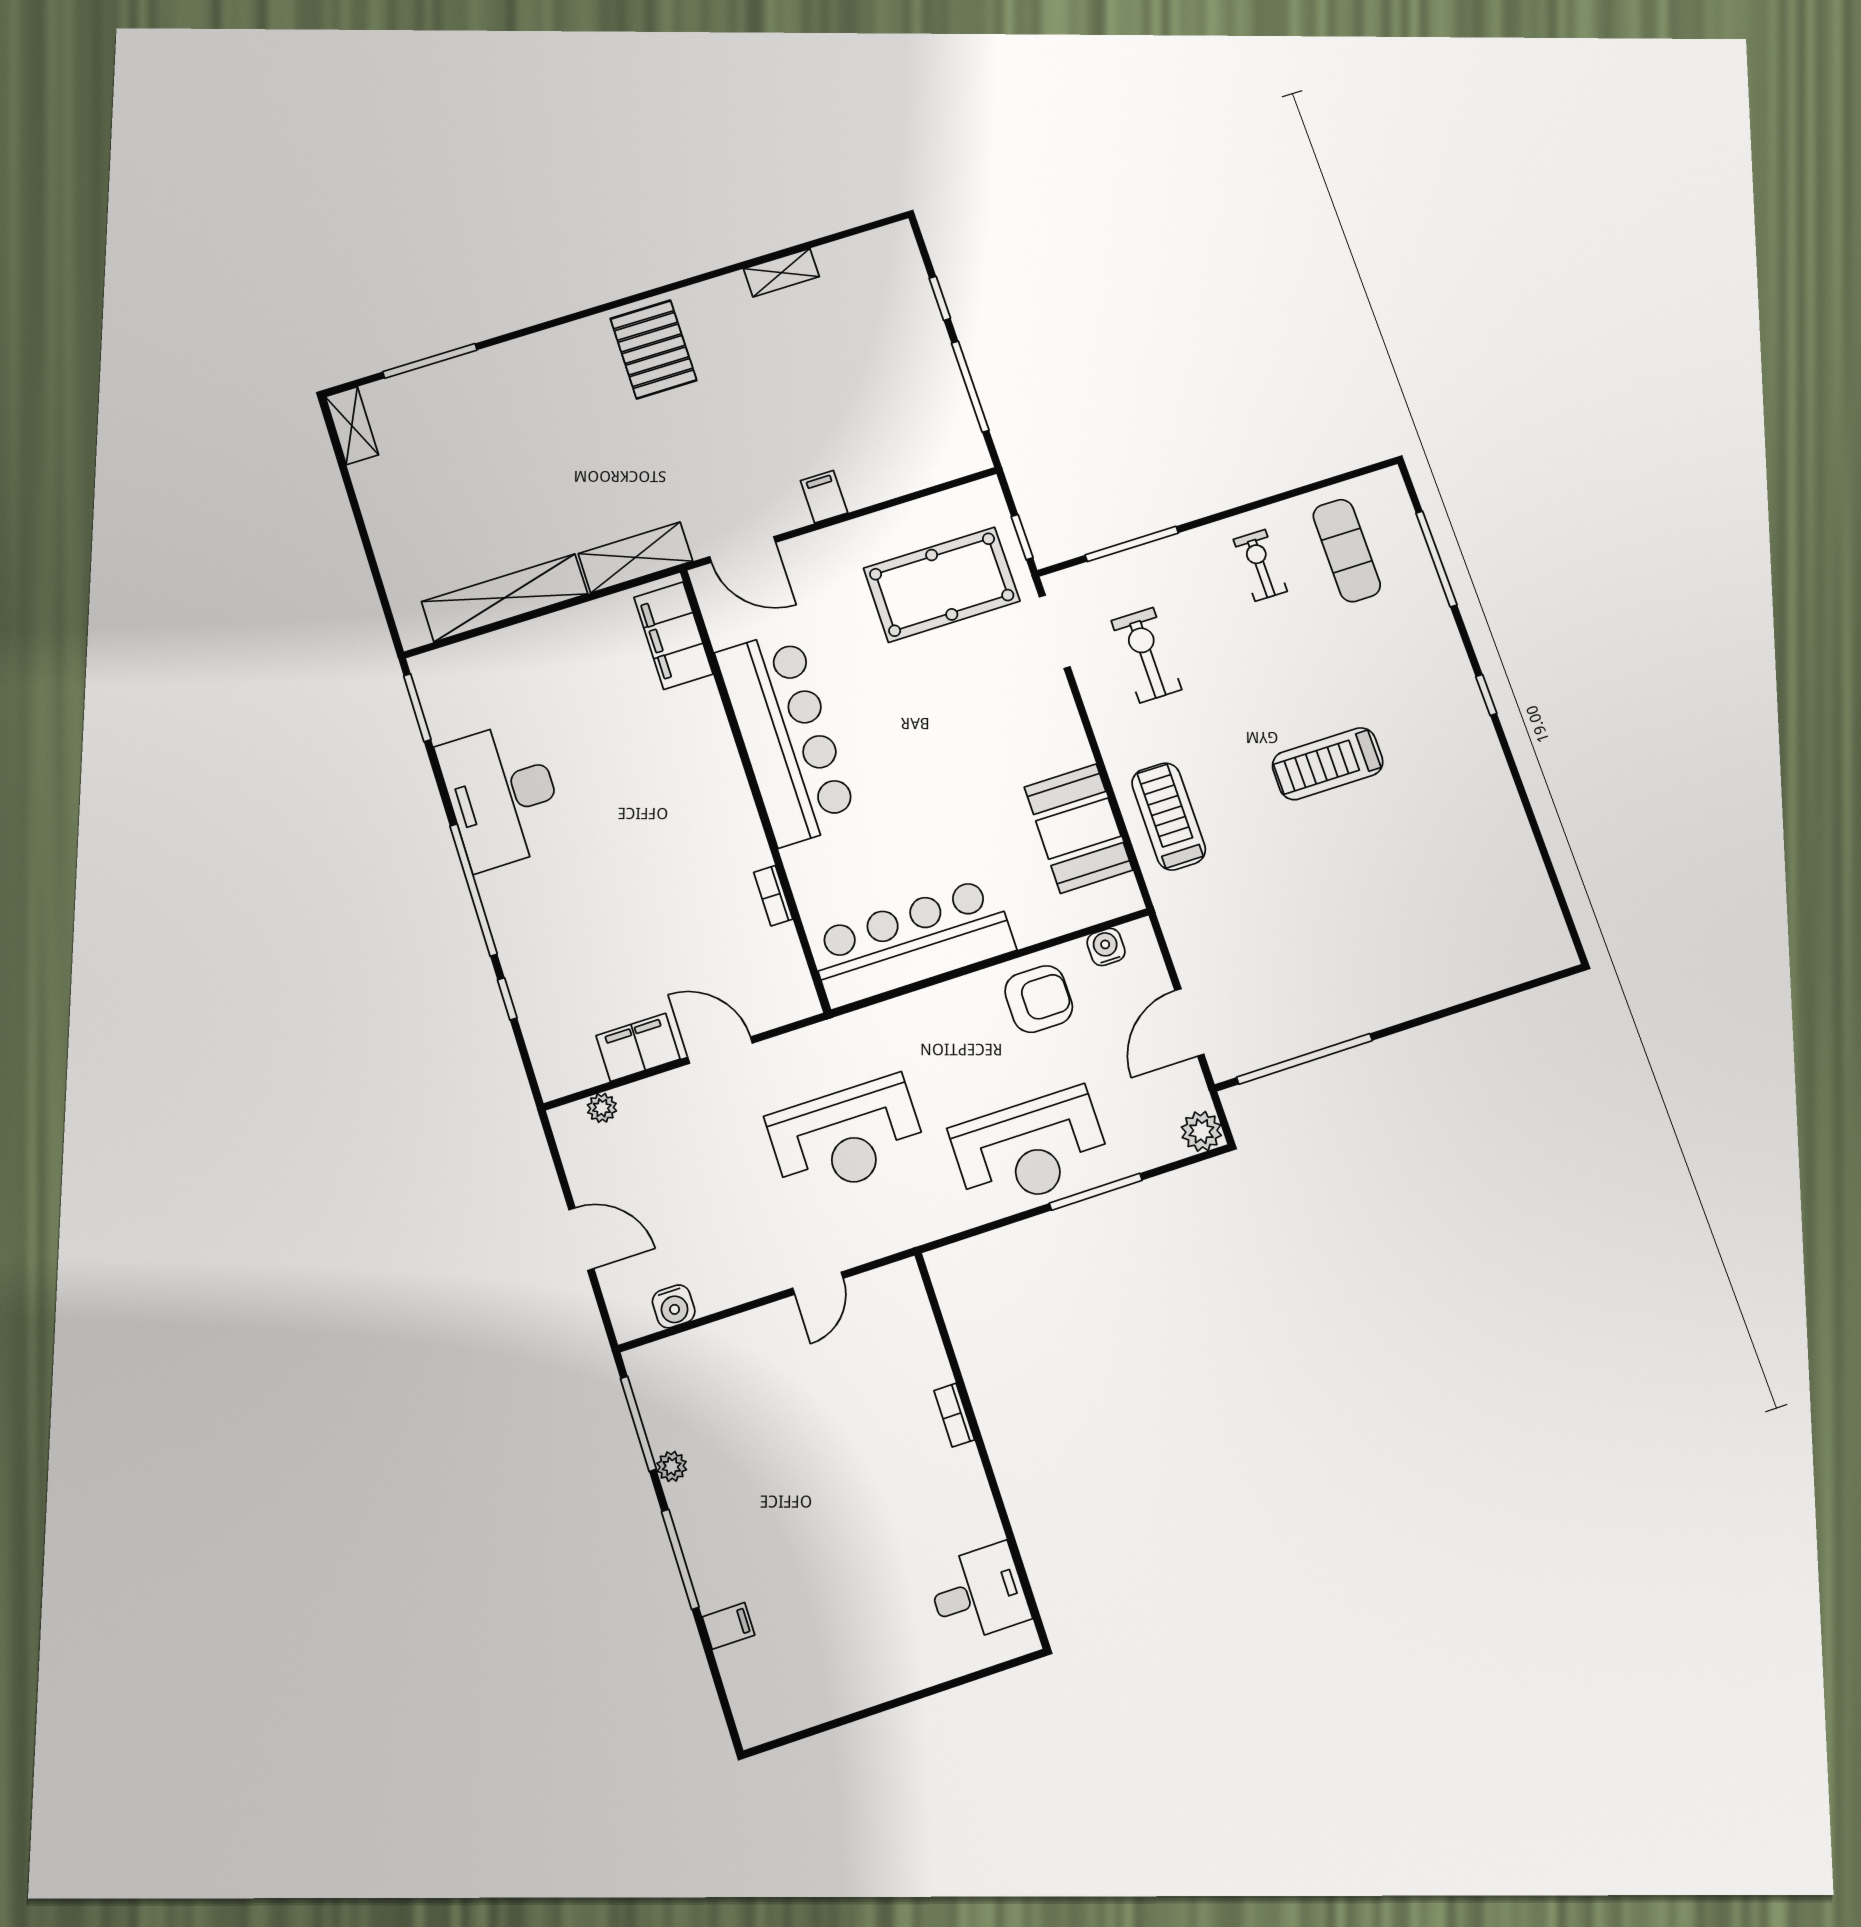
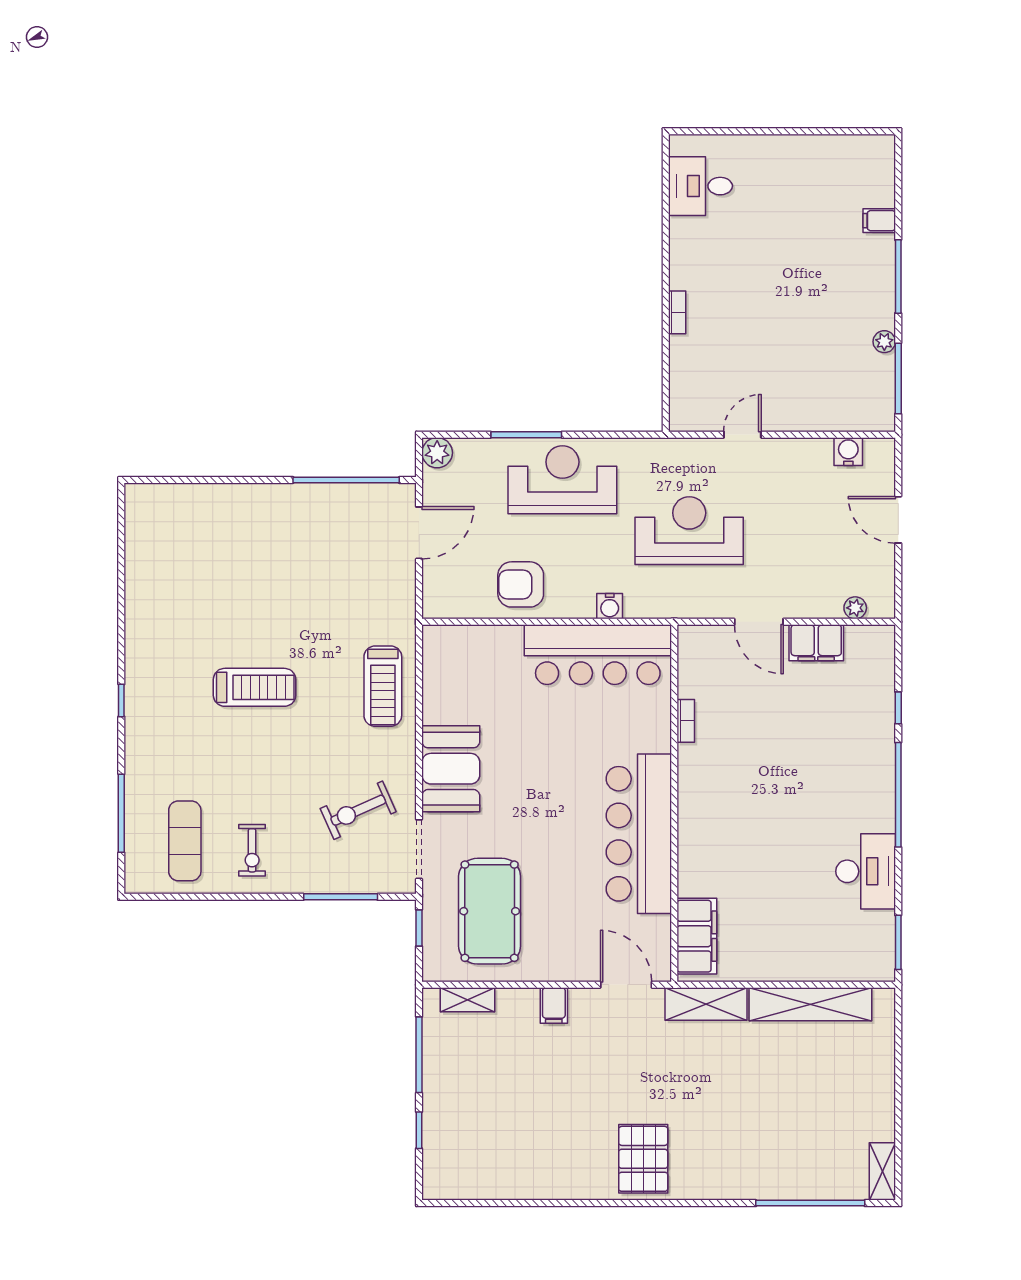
shelving: (781, 273) -> (467, 1000), moved
window: (430, 361) -> (810, 1203), width x1.46
pool table: (942, 585) -> (490, 911), turned 90
exercise bike: (1146, 655) -> (358, 810), turned 66
desk: (502, 795) -> (866, 871), width x0.73, depth x0.77
booth: (1078, 829) -> (451, 769), moved
water cooler: (1106, 947) -> (610, 606), moved

